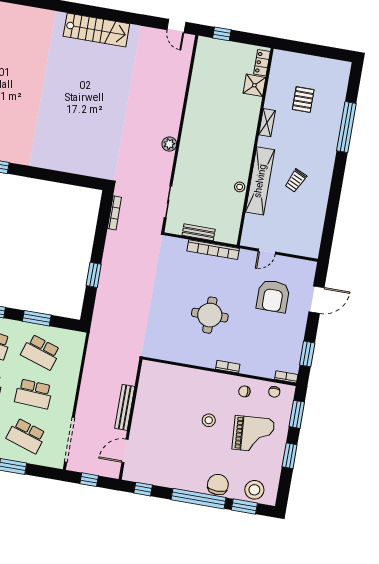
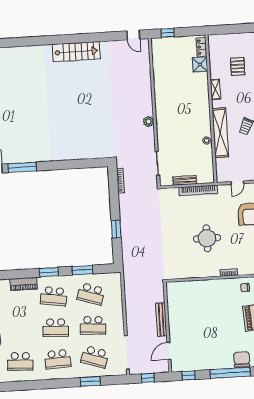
stool: (209, 420) -> (224, 315), removed

